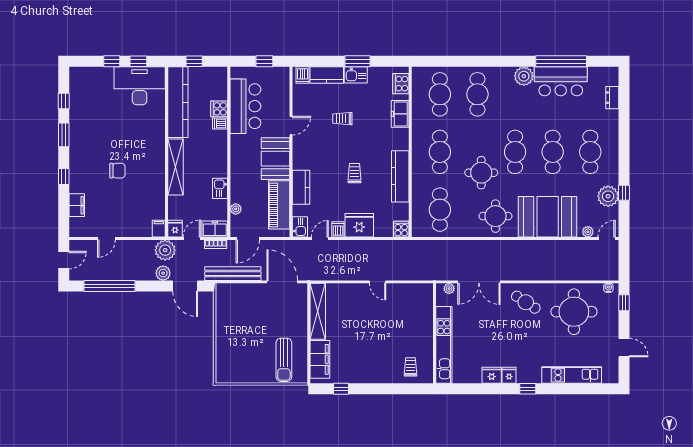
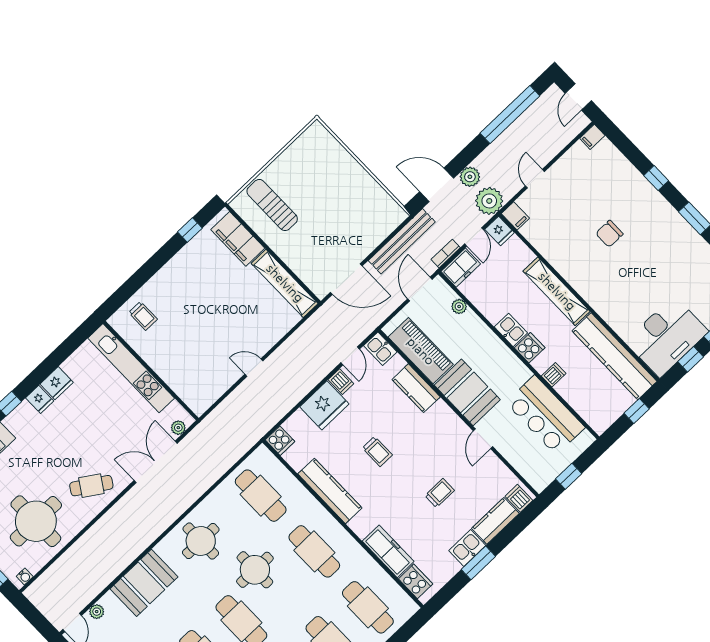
cooker: (219, 109) -> (530, 348), moved
freezer: (400, 114) -> (388, 551), width x1.40
kitchen sink: (220, 188) -> (511, 330), moved
filing cabinet: (77, 205) -> (592, 137), moved, width x0.50
booth: (548, 217) -> (144, 583), width x0.73, depth x0.70
door: (106, 239) -> (535, 179), moved

